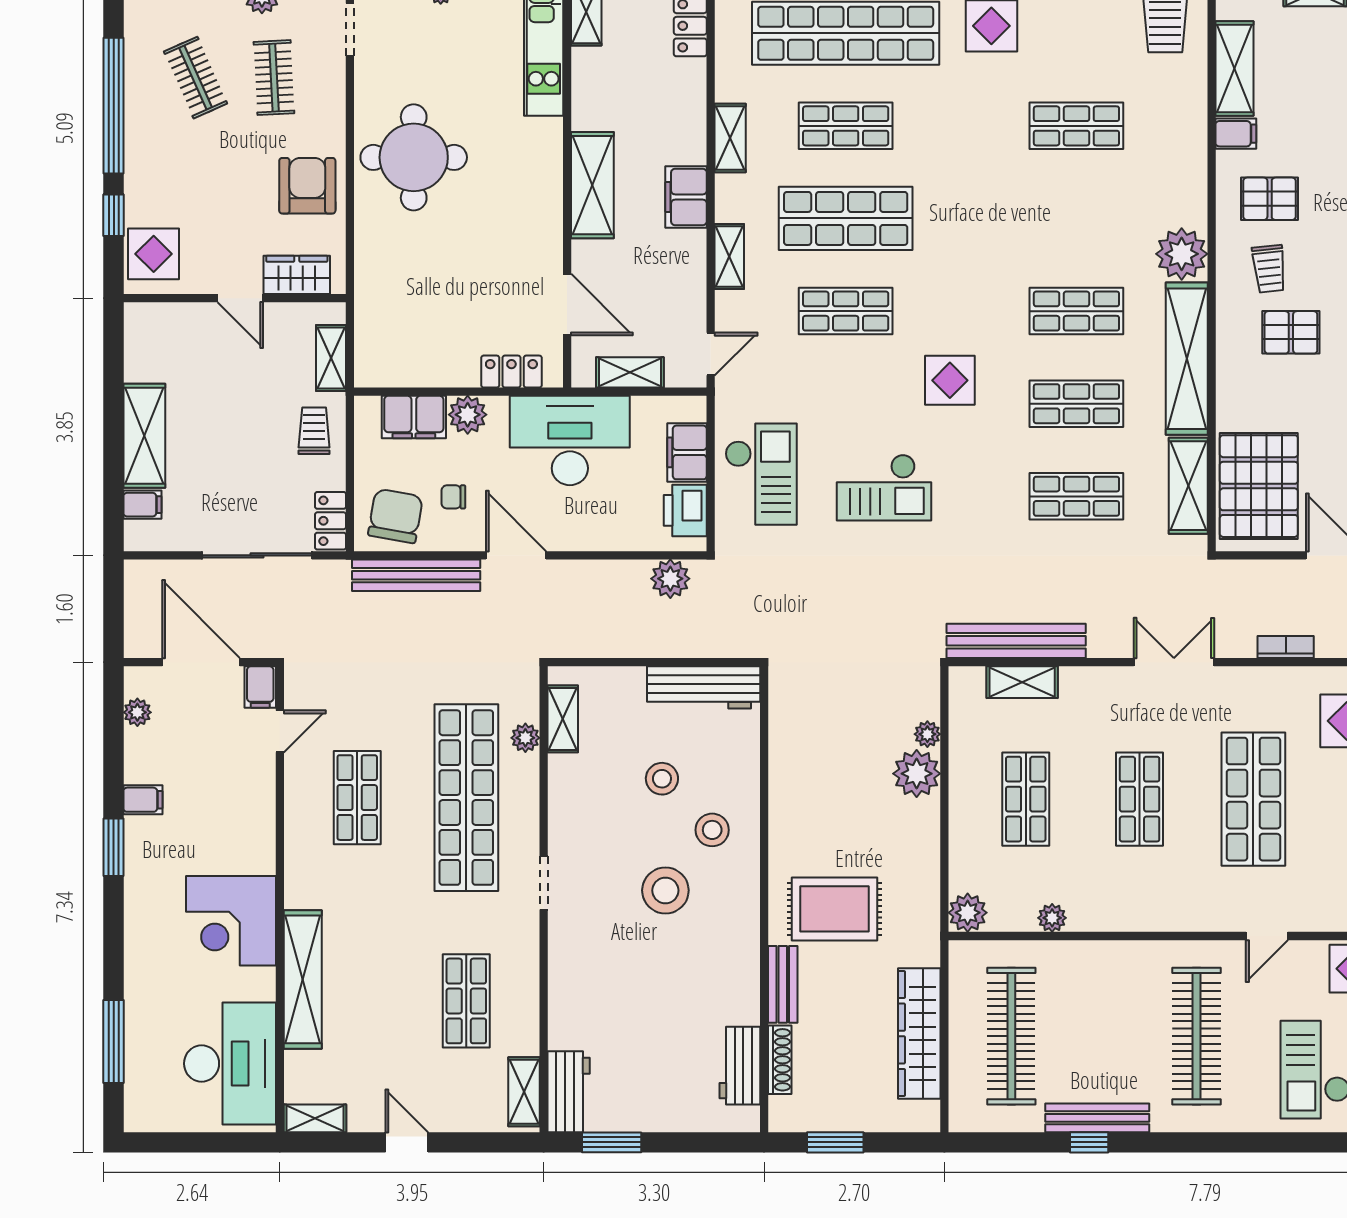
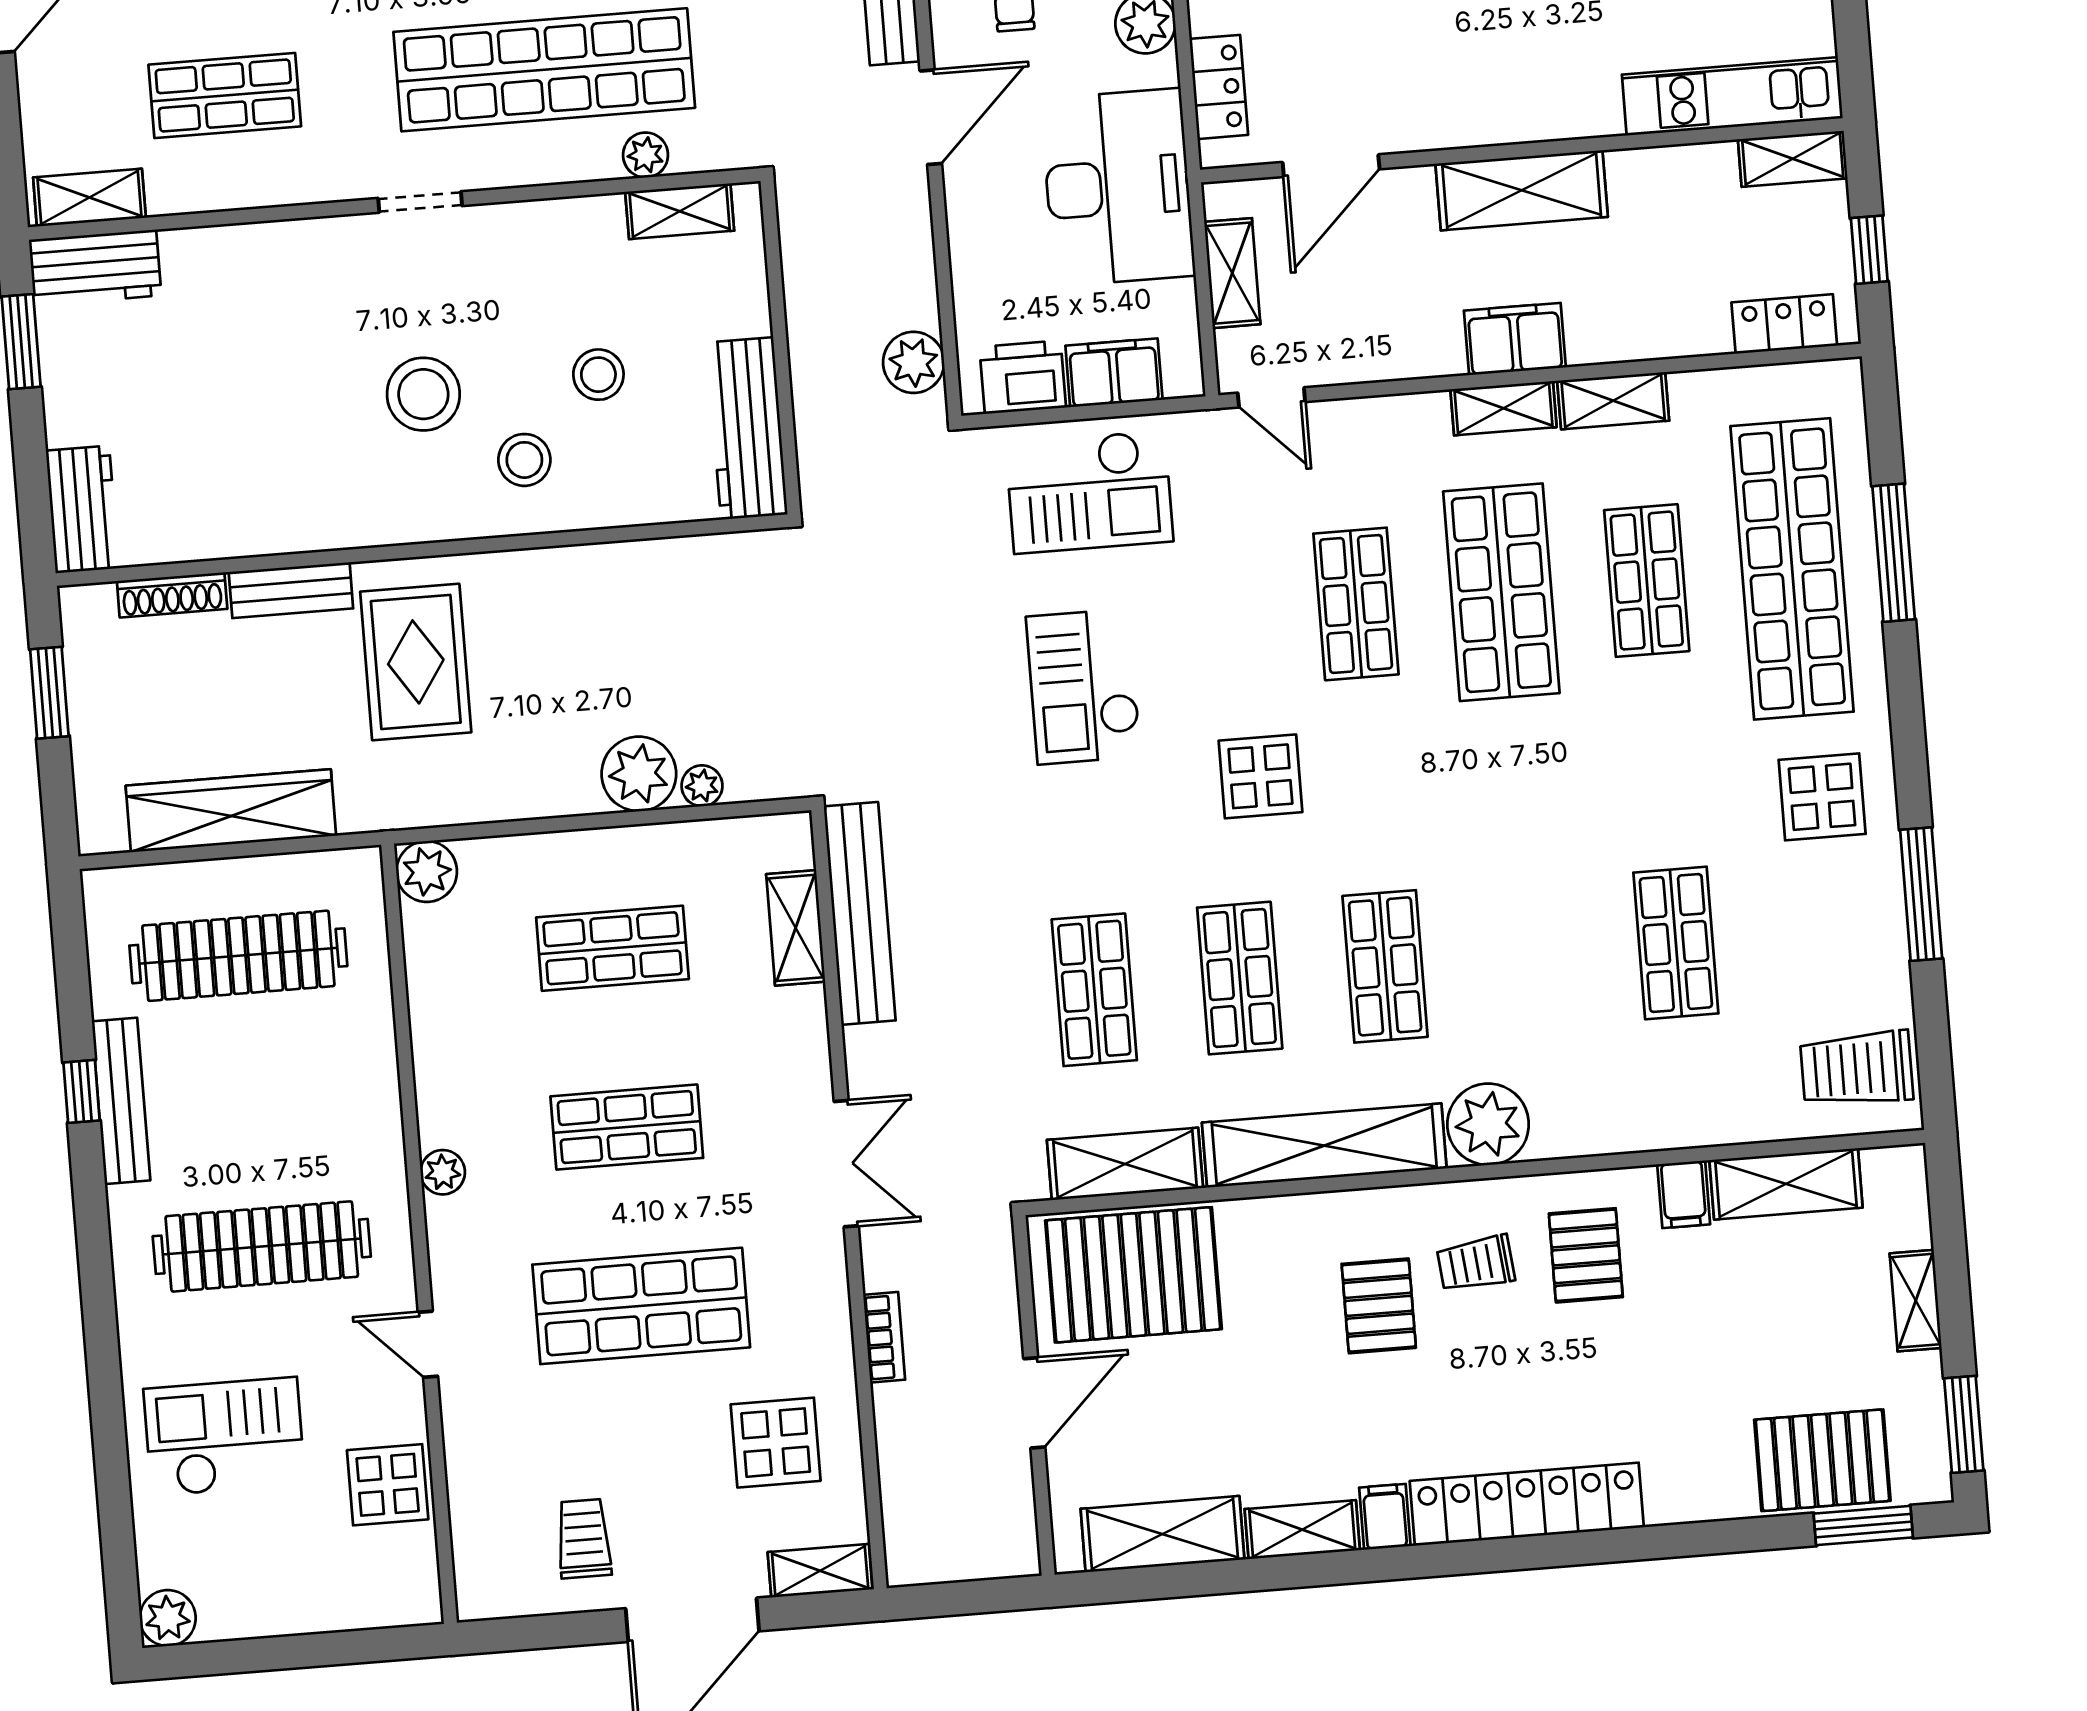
shelving: (729, 257) -> (1503, 408), moved
plant: (1052, 918) -> (443, 1172), moved
workbench: (740, 1066) -> (82, 509), moved, turned 90

